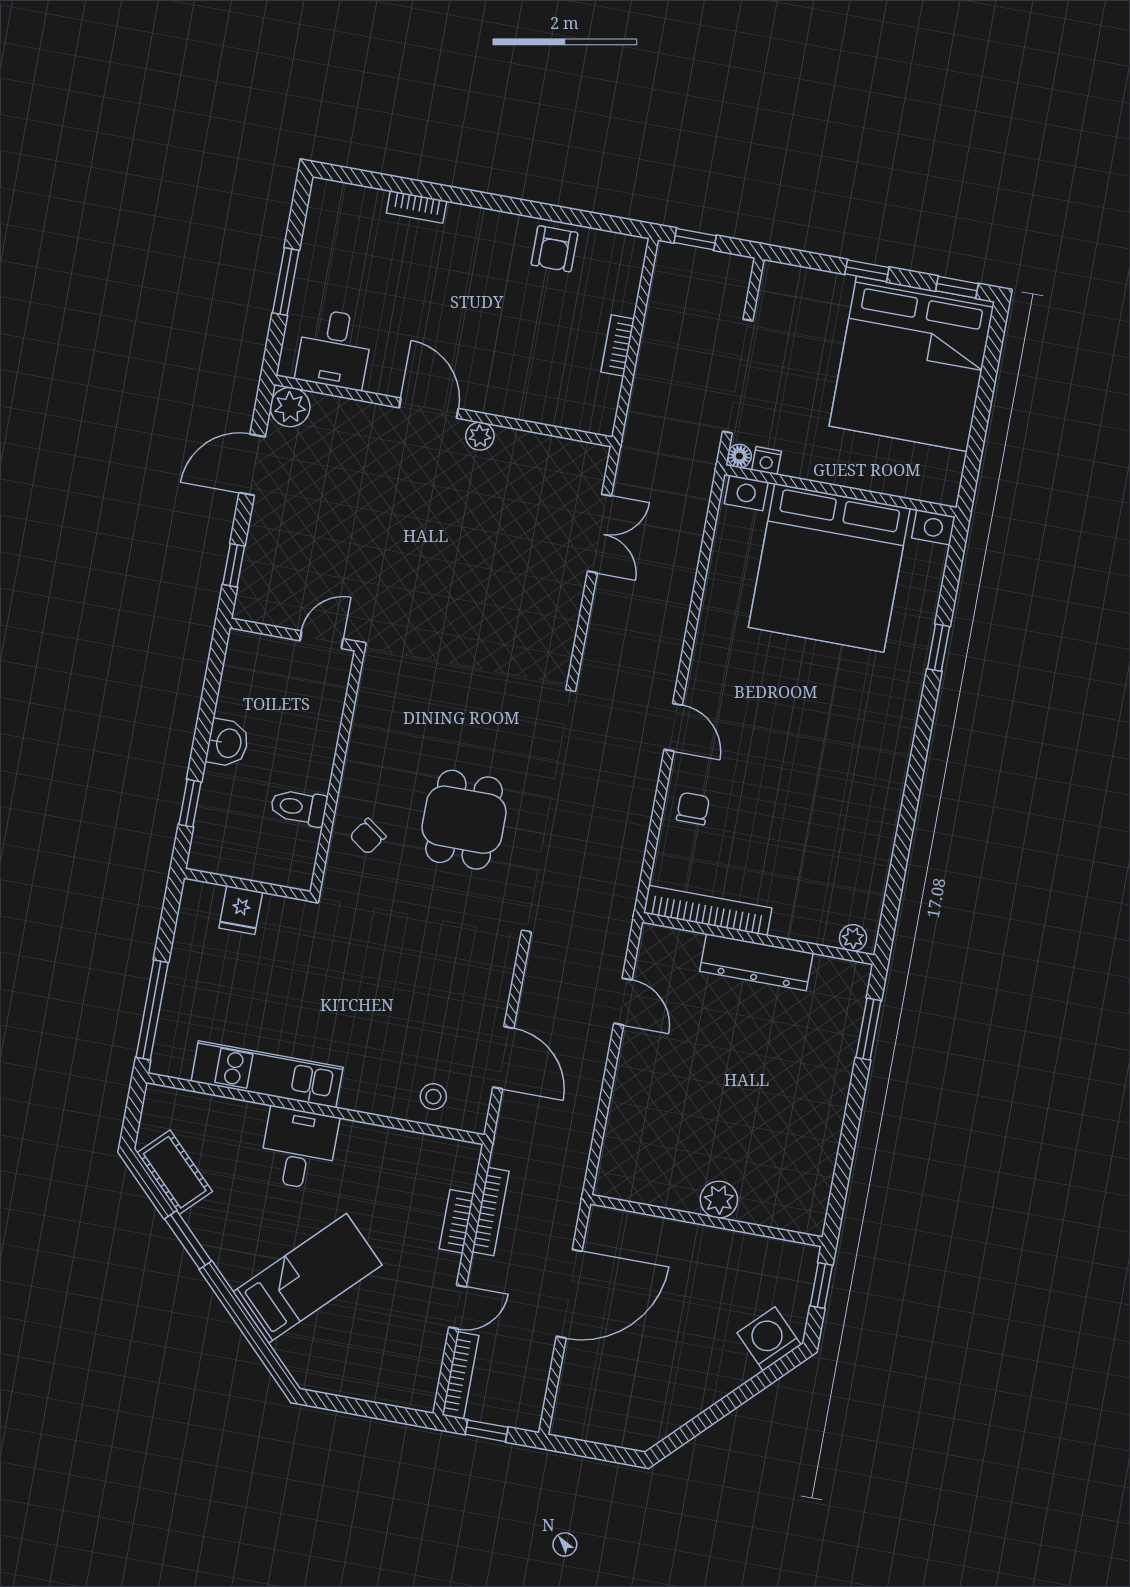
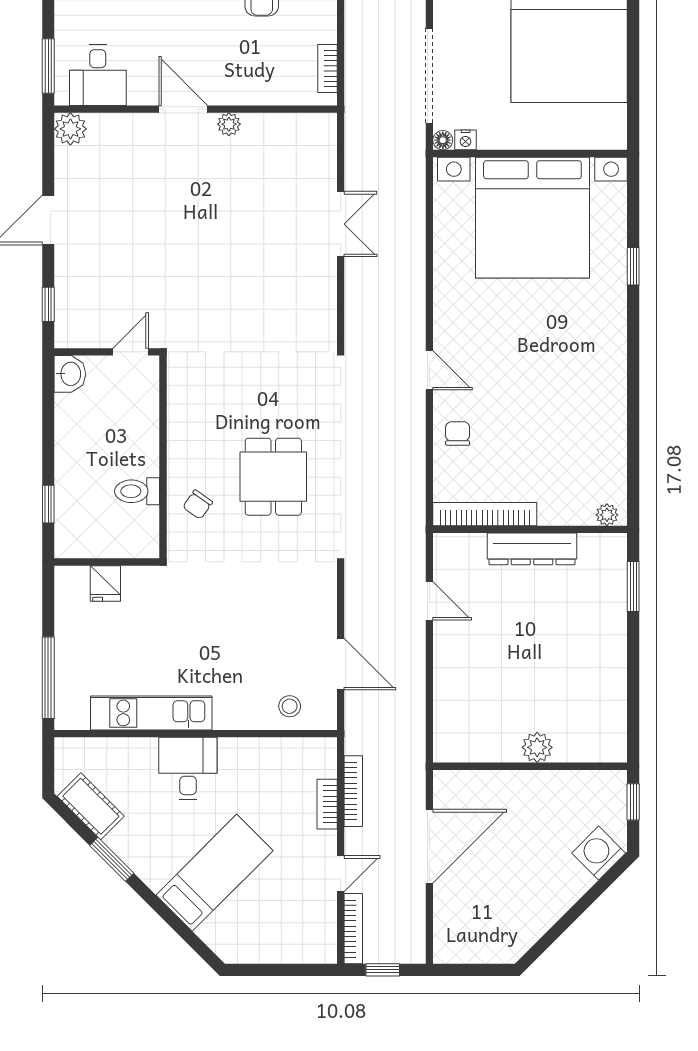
desk: (334, 349) -> (98, 75), moved
plant: (290, 407) -> (70, 129), moved
door: (429, 408) -> (183, 109), moved
wall: (443, 411) -> (196, 109), moved
plant: (480, 436) -> (229, 124), moved
washbasin: (228, 743) -> (70, 374), moved

